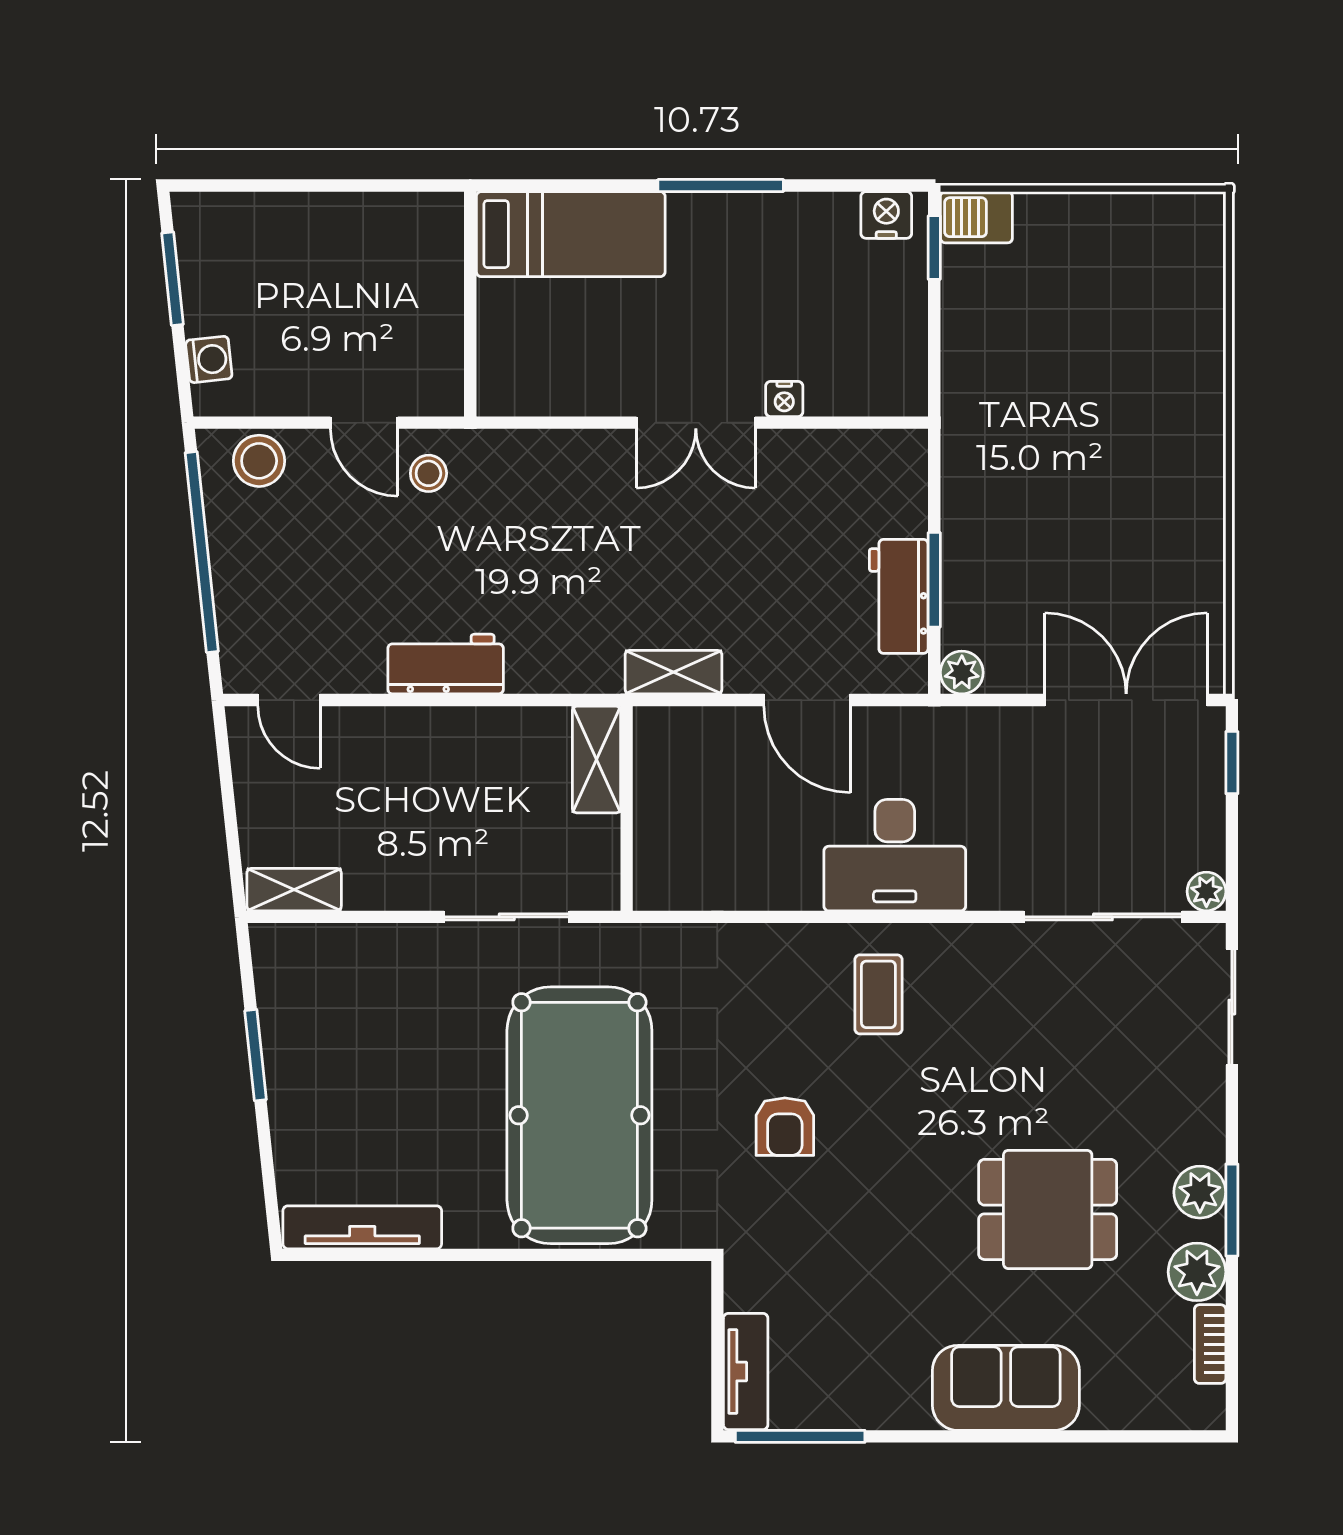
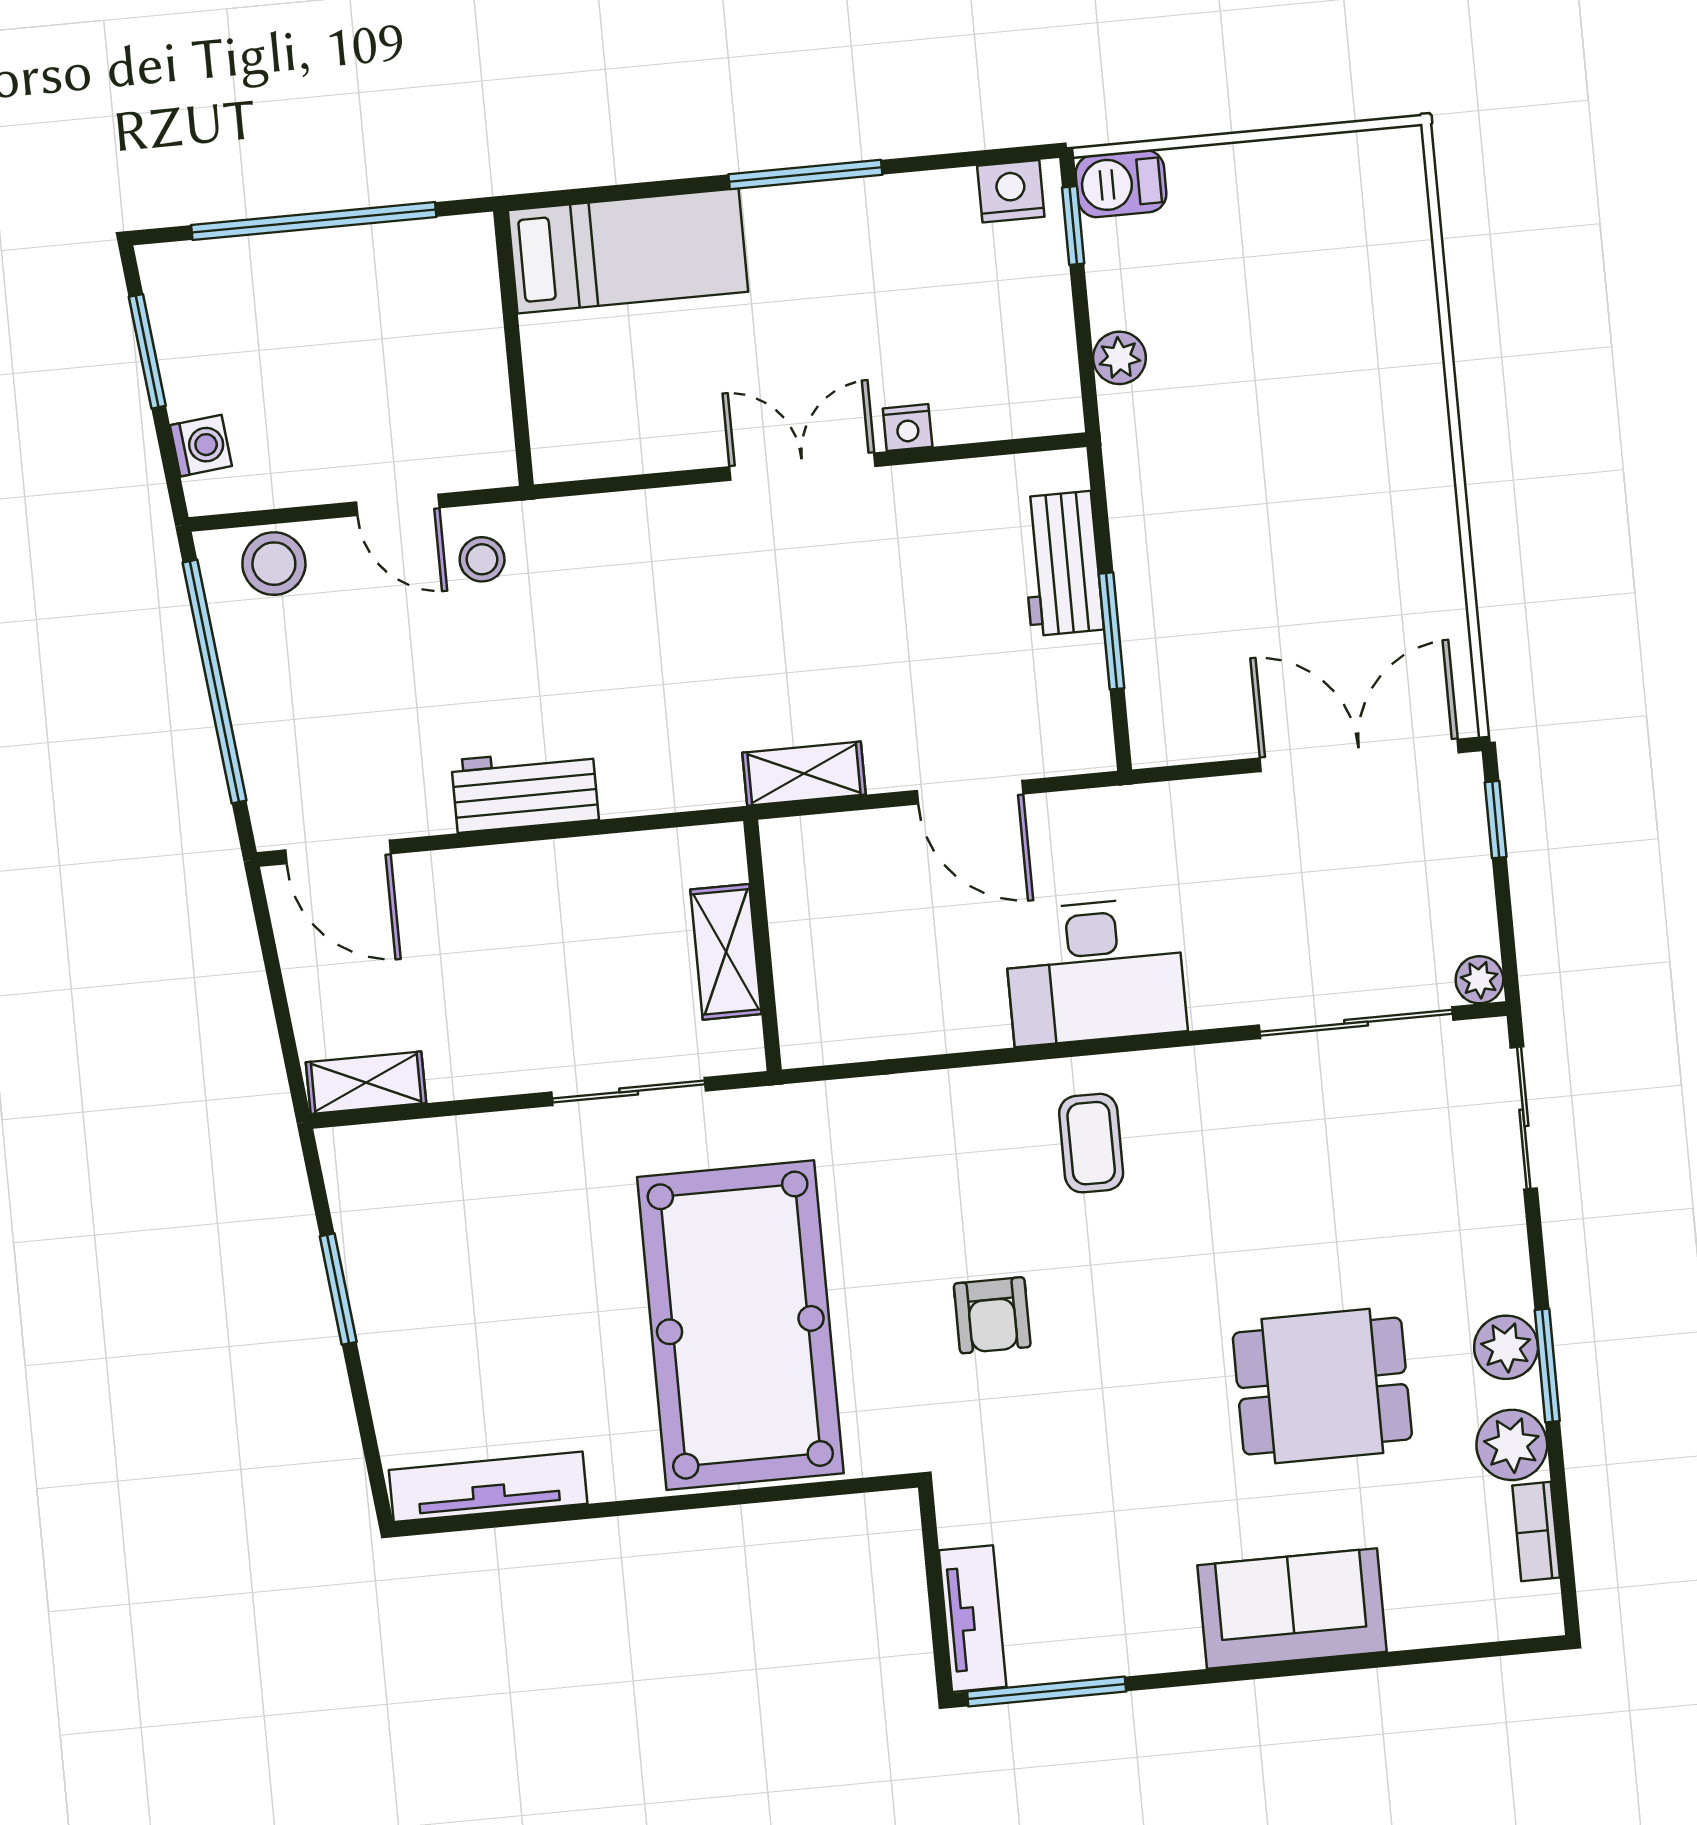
window: (318, 186) -> (314, 221), added
double door: (696, 423) -> (802, 467), swing flipped
workbench: (899, 596) -> (1061, 563), moved
plant: (962, 673) -> (1119, 358), moved
door: (289, 700) -> (338, 852), width x1.37
shelving: (596, 760) -> (726, 952), moved

